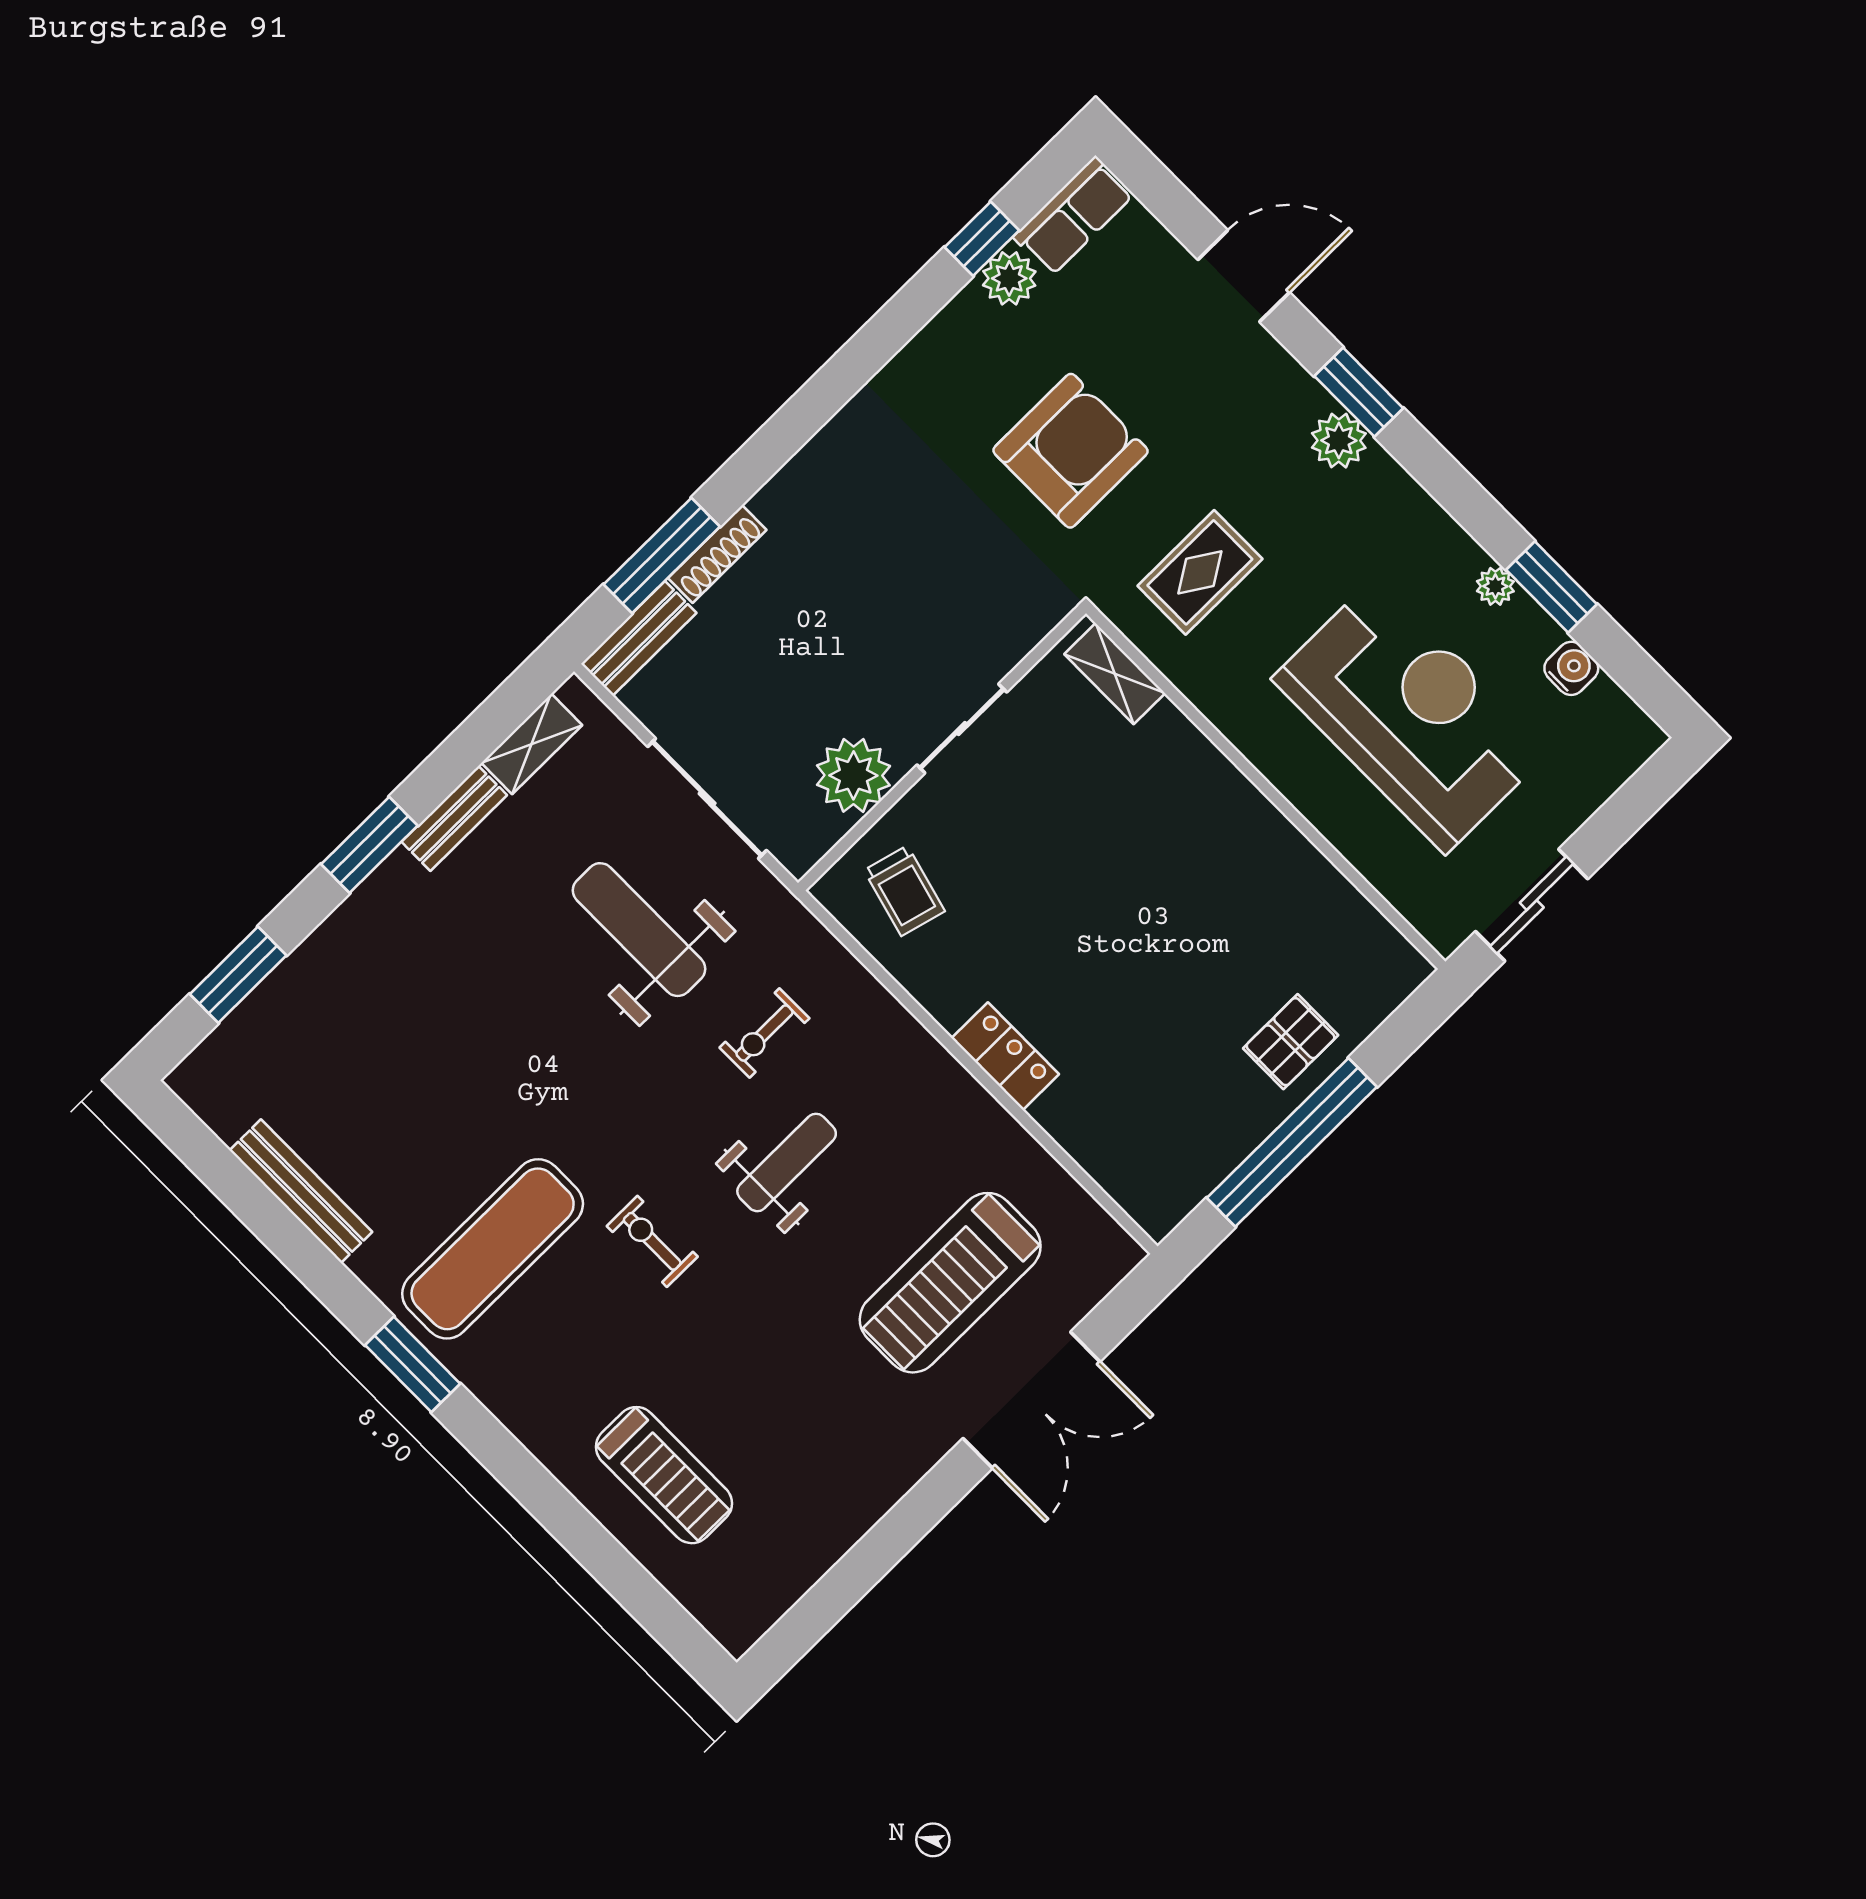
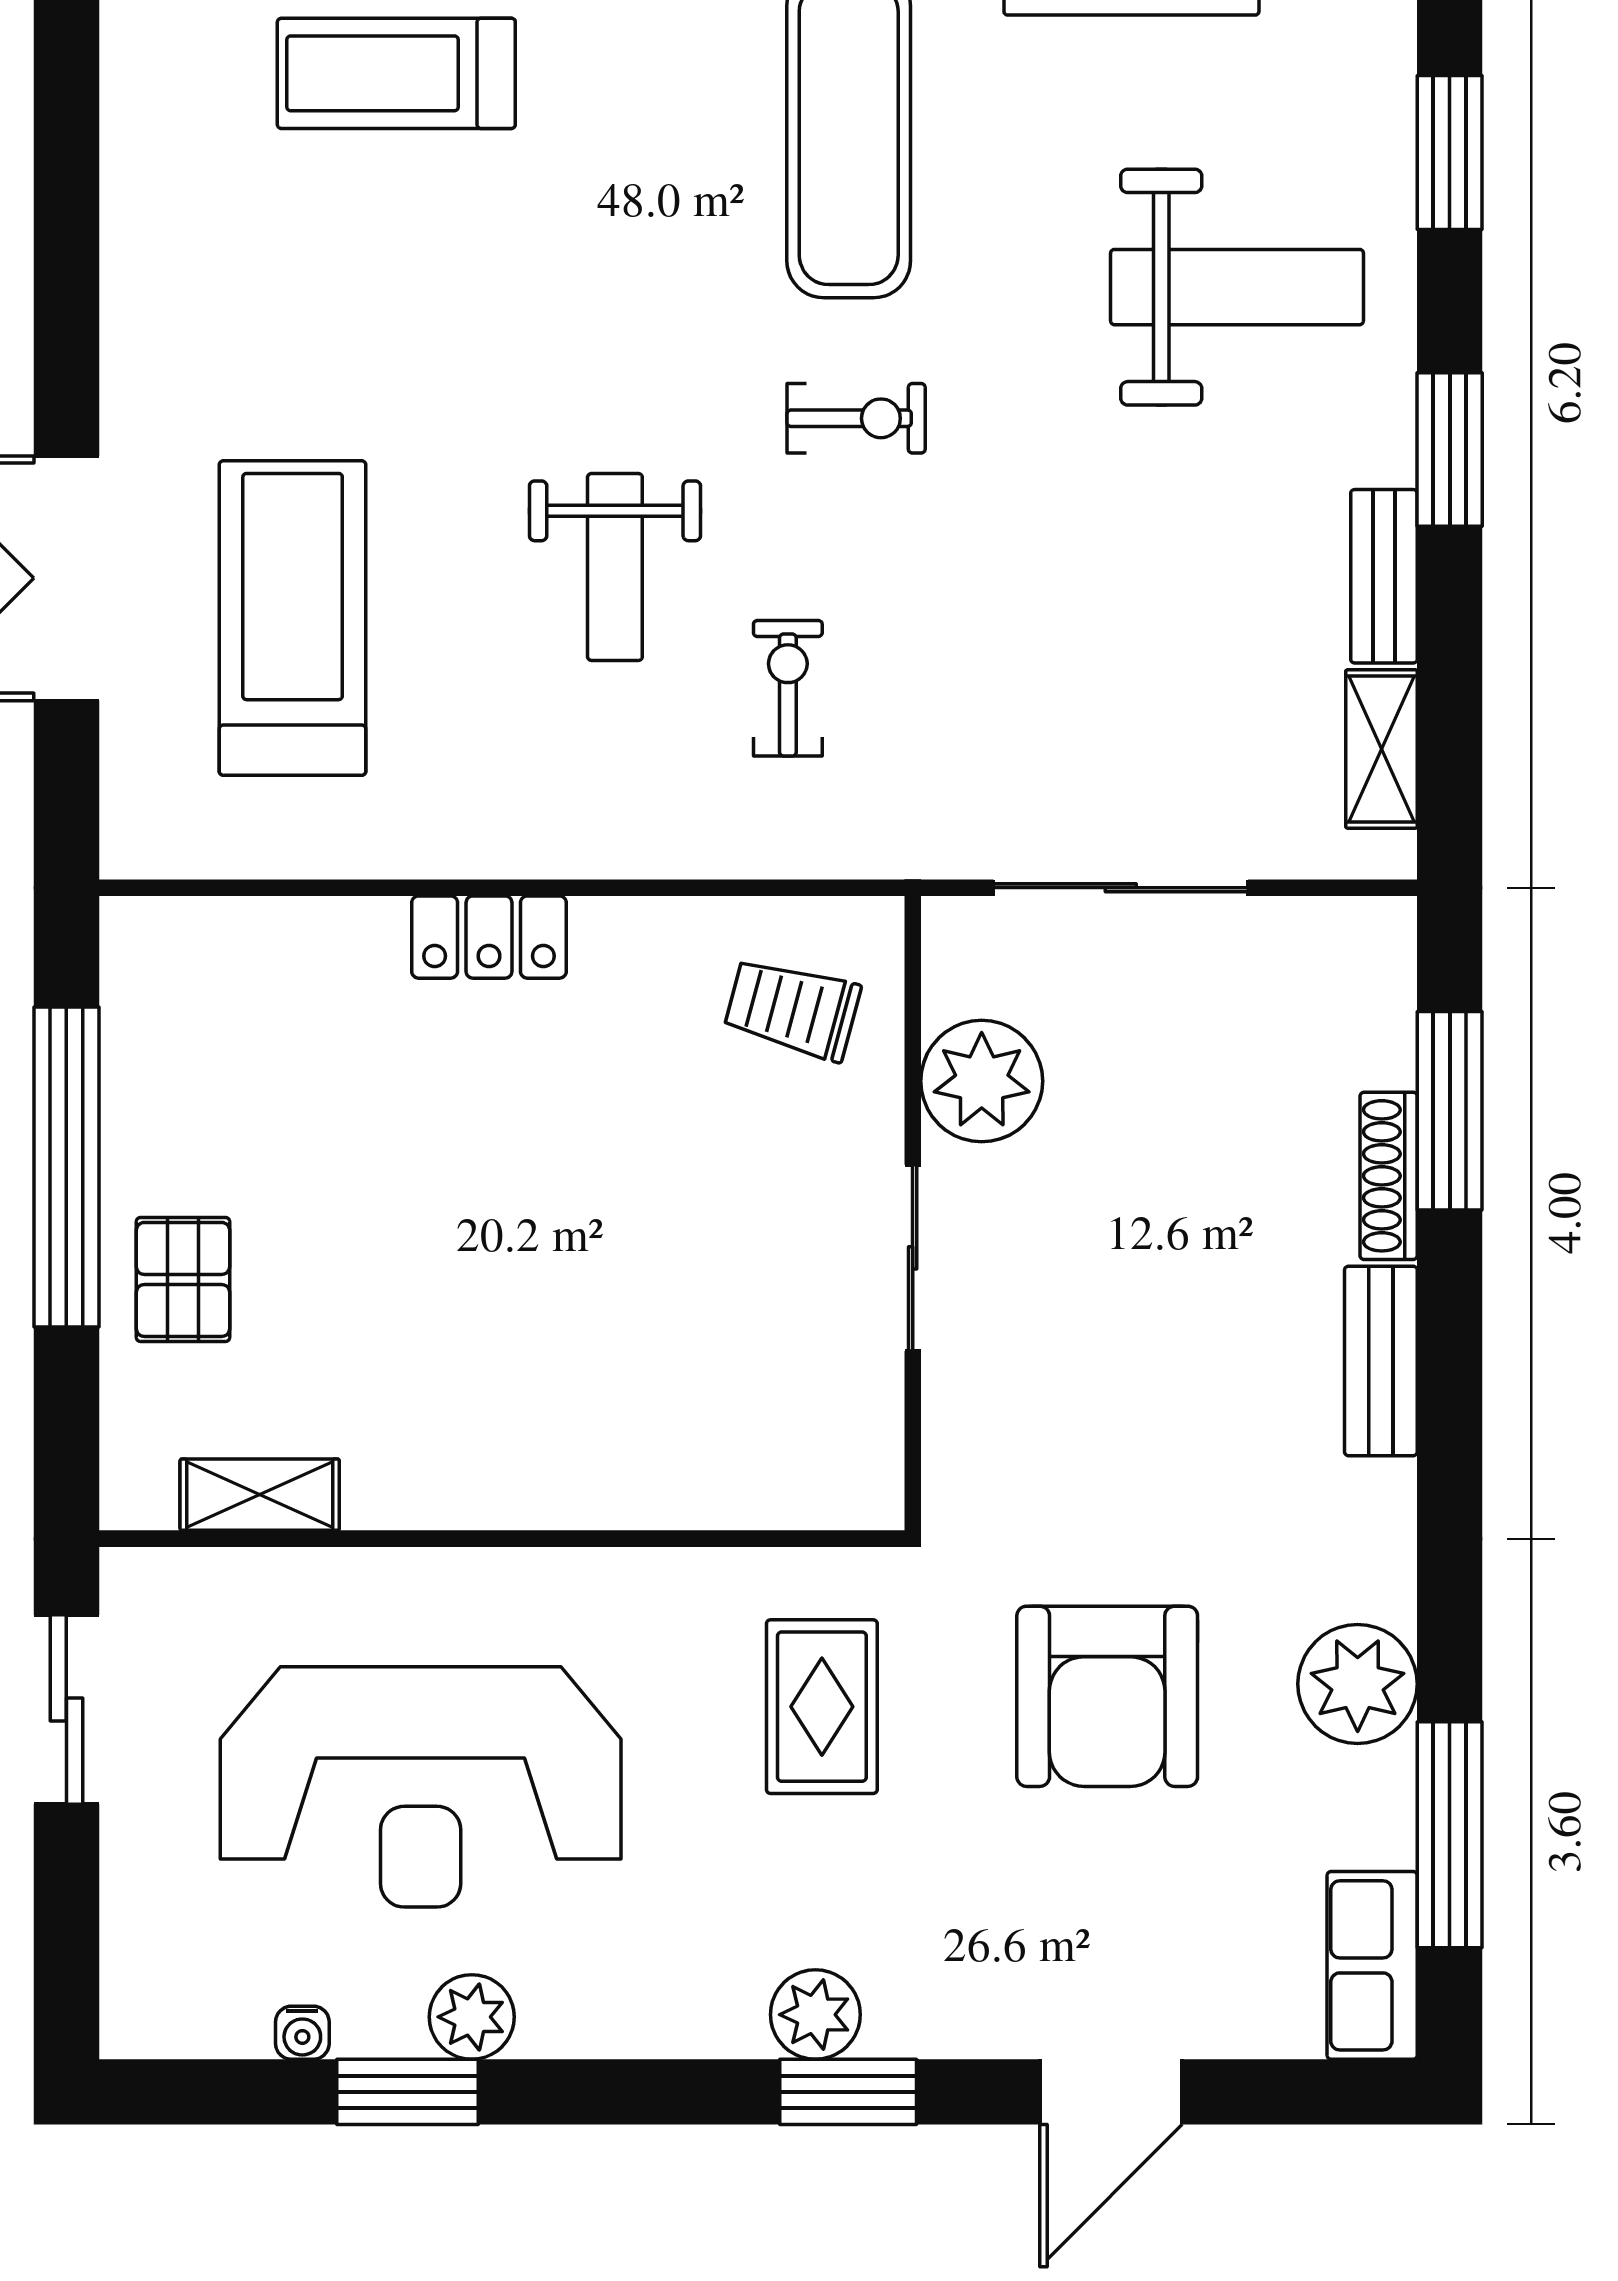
window: (982, 239) -> (1450, 1835), width x2.17
plant: (1009, 278) -> (1358, 1684), moved, width x1.36, depth x1.36
plant: (1495, 586) -> (472, 2017), width x1.38, depth x1.38
bench: (639, 638) -> (1381, 1361), moved
water cooler: (1571, 668) -> (302, 2033), width x0.72, depth x0.72
shelving: (1115, 674) -> (260, 1495), moved
weight bench: (639, 930) -> (1237, 287), moved
exercise bike: (652, 1241) -> (856, 418), moved

